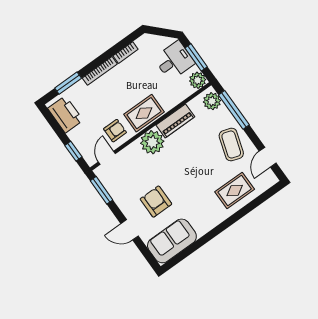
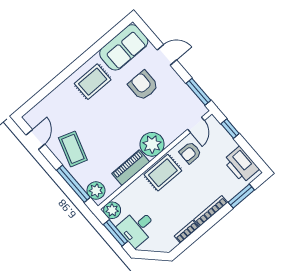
rug: (235, 191) -> (93, 82), moved
armchair: (156, 202) -> (143, 85), turned 180

